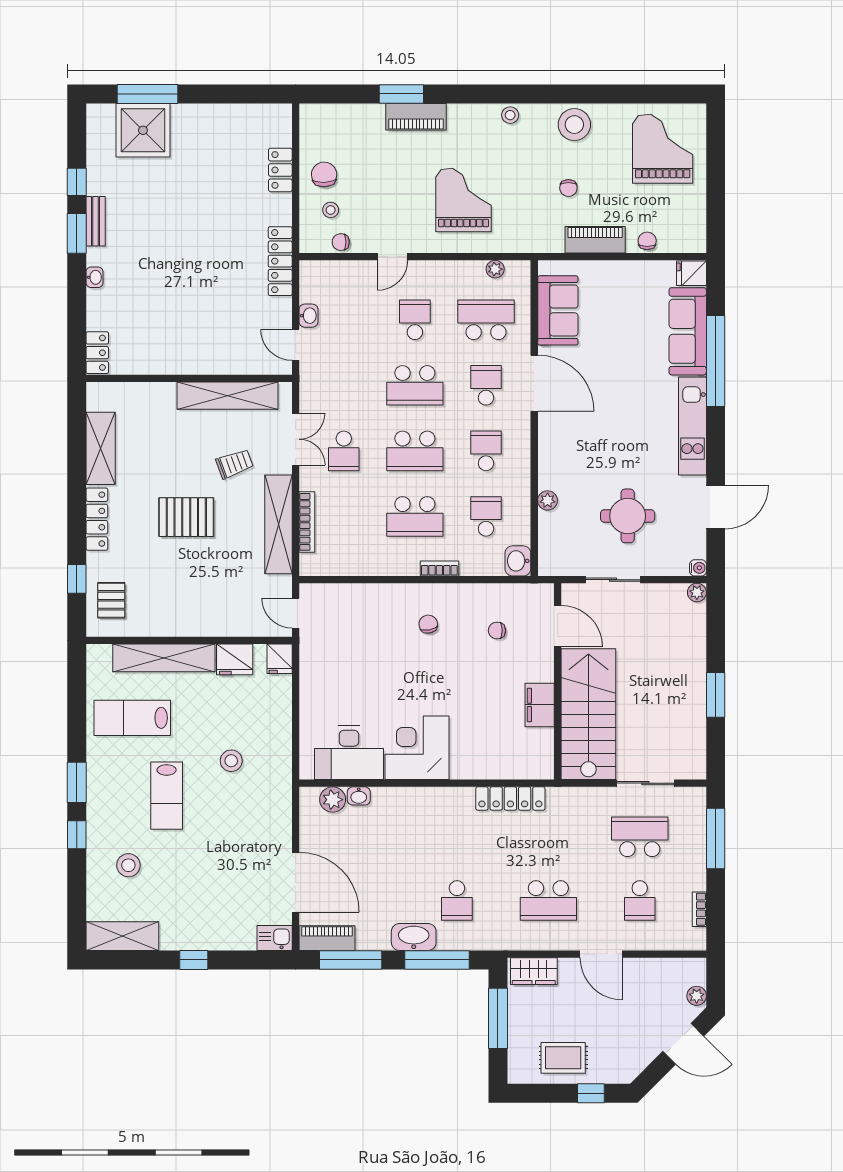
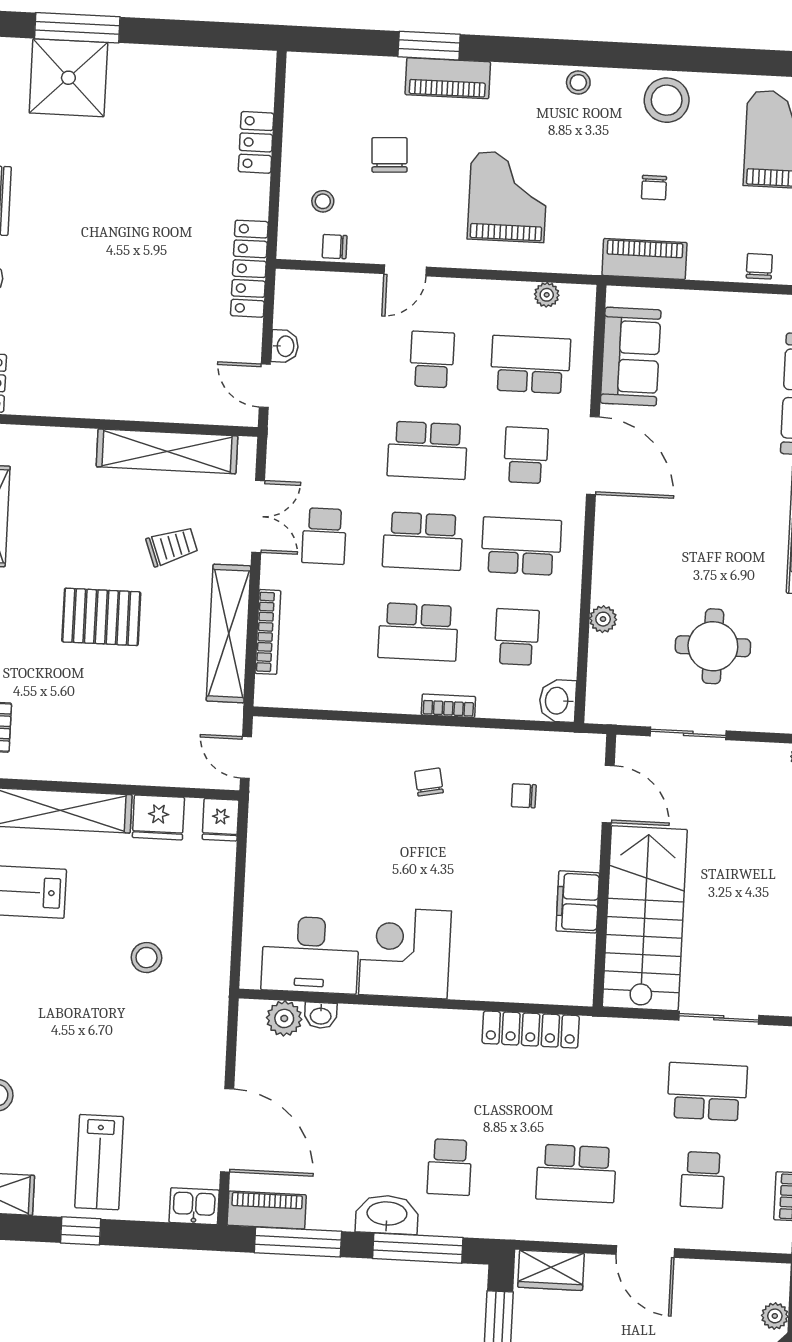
chair: (324, 174) -> (390, 155), moved
piano: (595, 240) -> (644, 259), moved
school desk: (486, 451) -> (521, 546), width x1.85
lab bench: (167, 796) -> (99, 1162), moved

